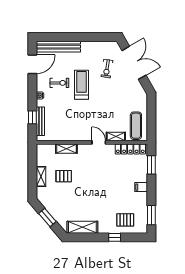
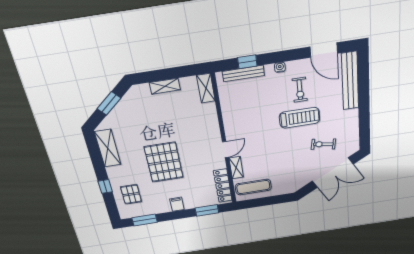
shelving: (66, 149) -> (206, 88), moved
pallet: (64, 176) -> (164, 162), moved, width x2.05, depth x2.00

